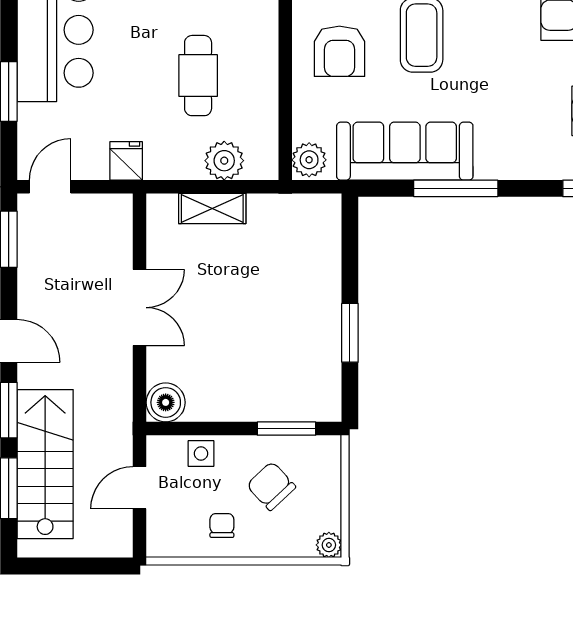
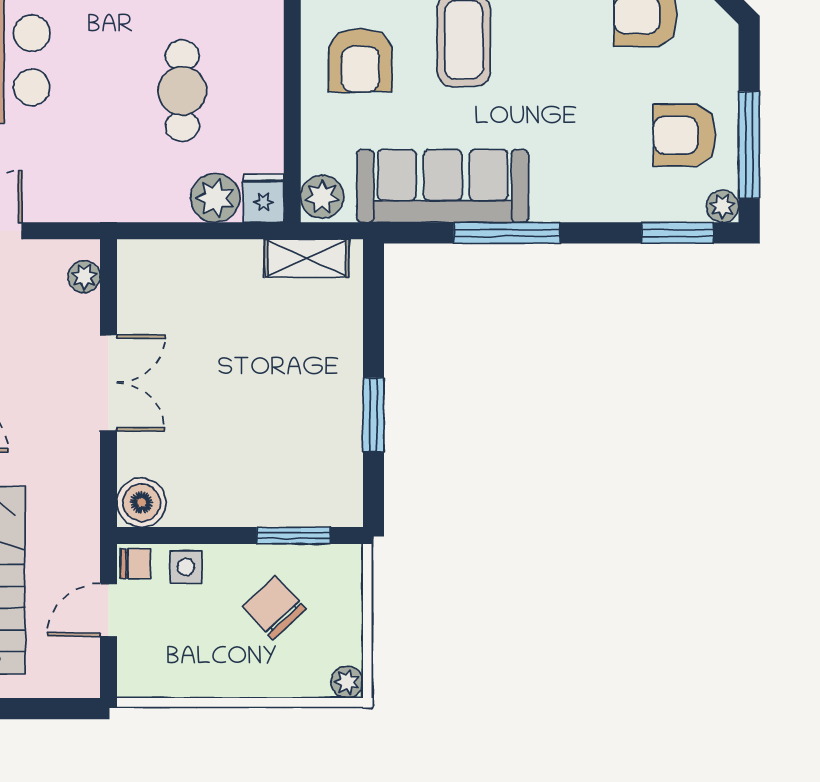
fridge: (126, 161) -> (263, 198), moved
shelving: (212, 208) -> (307, 258), moved
plant: (120, 223) -> (84, 277), added
chair: (222, 526) -> (136, 564), moved, turned 90

